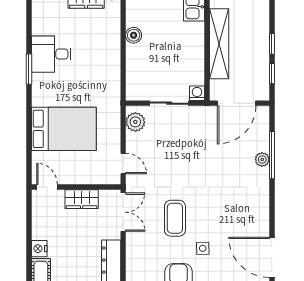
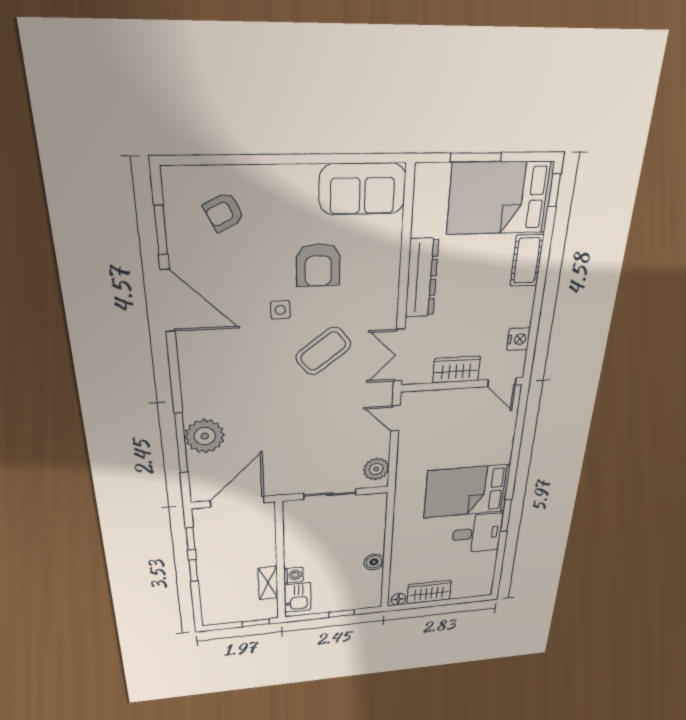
shelving: (219, 44) -> (268, 583), width x0.45, depth x0.75
washing machine: (197, 93) -> (293, 575), moved, turned -90
bed: (64, 129) -> (467, 491), moved
plant: (262, 159) -> (205, 436), width x1.87, depth x1.87
coffee table: (175, 218) -> (323, 351), turned 52
nightstand: (39, 249) -> (518, 339), moved

